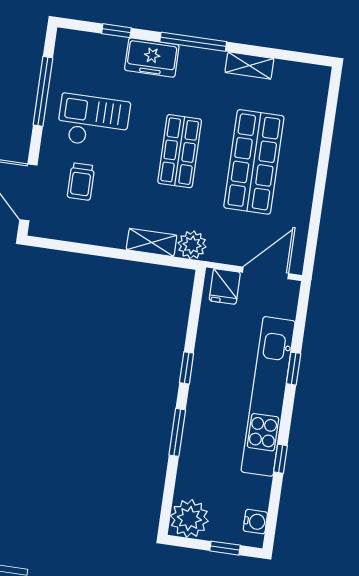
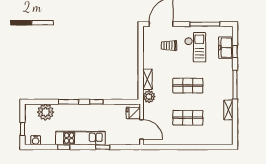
freezer: (152, 58) -> (226, 48), moved
shop shelf: (254, 162) -> (188, 118), width x0.70, depth x0.74
kitchen unit: (268, 396) -> (80, 138), width x0.73
plant: (189, 518) -> (46, 112), moved

